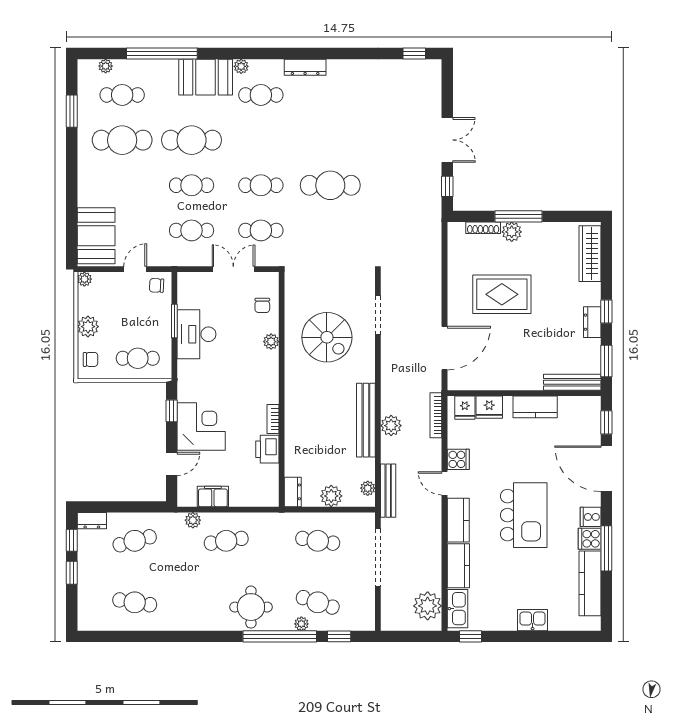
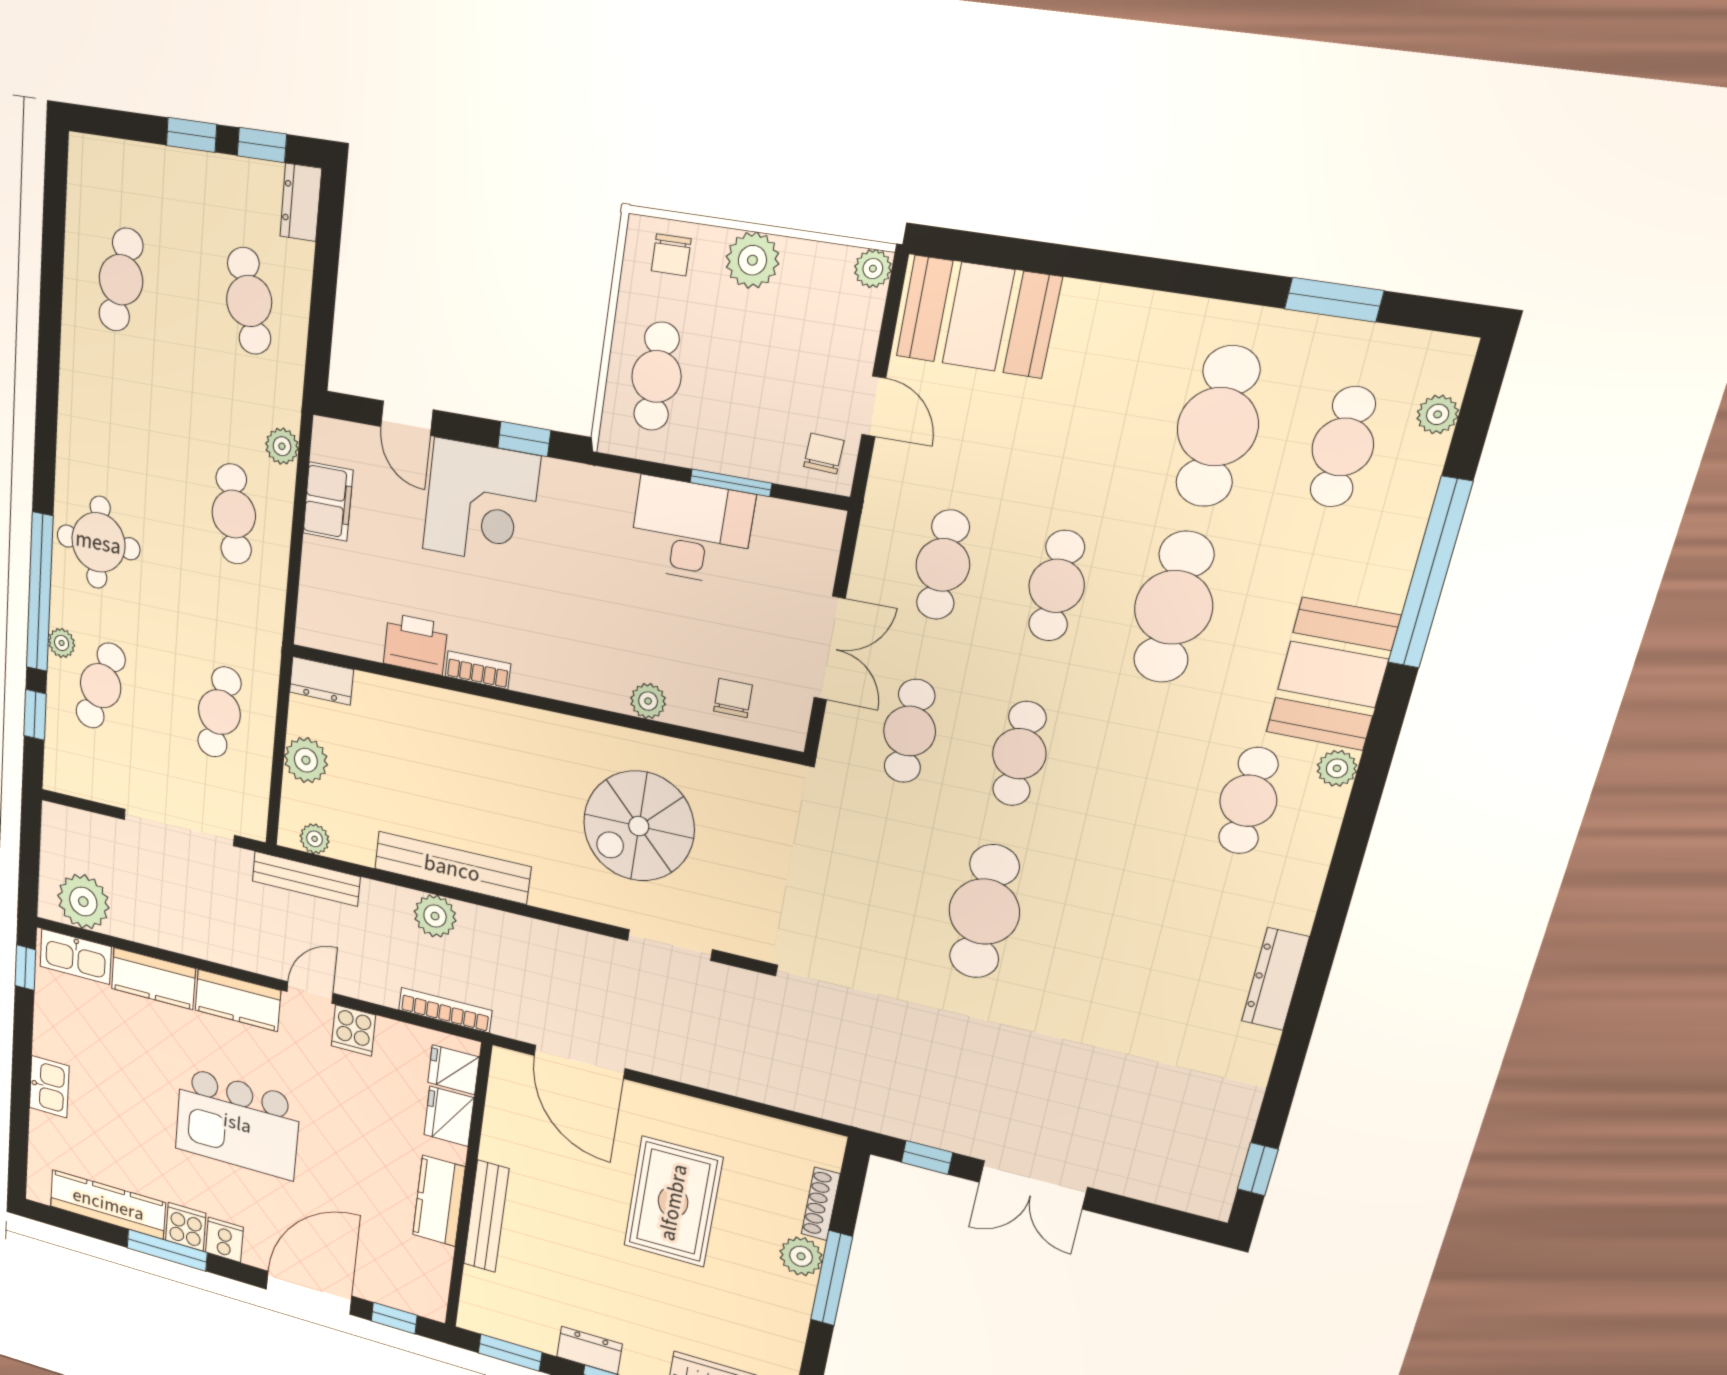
dresser: (305, 67) -> (1275, 979), moved
chair: (262, 305) -> (733, 698), turned 90
bench: (572, 382) -> (486, 1217), moved

